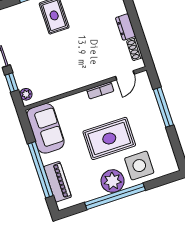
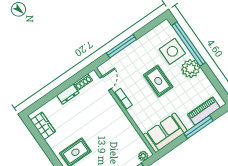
door: (125, 75) -> (105, 83), hinge flipped
rug: (109, 138) -> (158, 81), width x0.73, depth x0.70
window: (41, 170) -> (198, 127), width x0.68
window: (115, 196) -> (189, 44), moved

